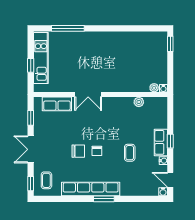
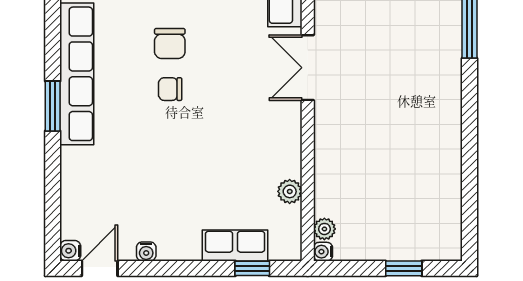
window: (170, 44) -> (404, 268), moved
window: (170, 141) -> (252, 268), moved
row of seats: (161, 142) -> (235, 245), moved
coffee table: (130, 153) -> (166, 169), removed

